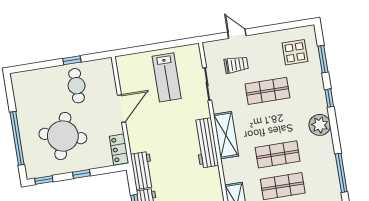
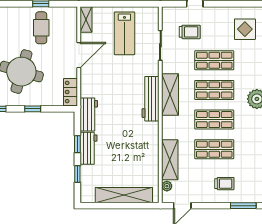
shelving: (123, 69) -> (86, 20), added
shop shelf: (272, 123) -> (214, 90), added

